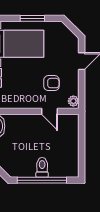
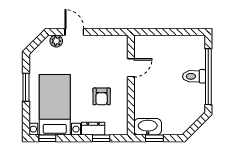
armchair: (51, 83) -> (102, 96), moved, turned 180
plant: (73, 101) -> (56, 41), moved

